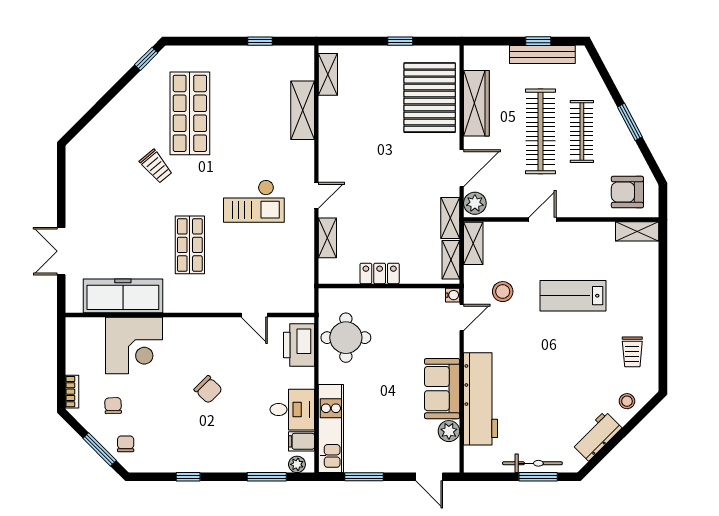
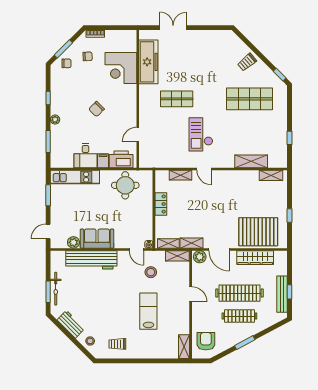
trolley: (156, 166) -> (247, 62), moved
filing cabinet: (301, 441) -> (103, 161), moved
plant: (297, 464) -> (55, 120), moved

